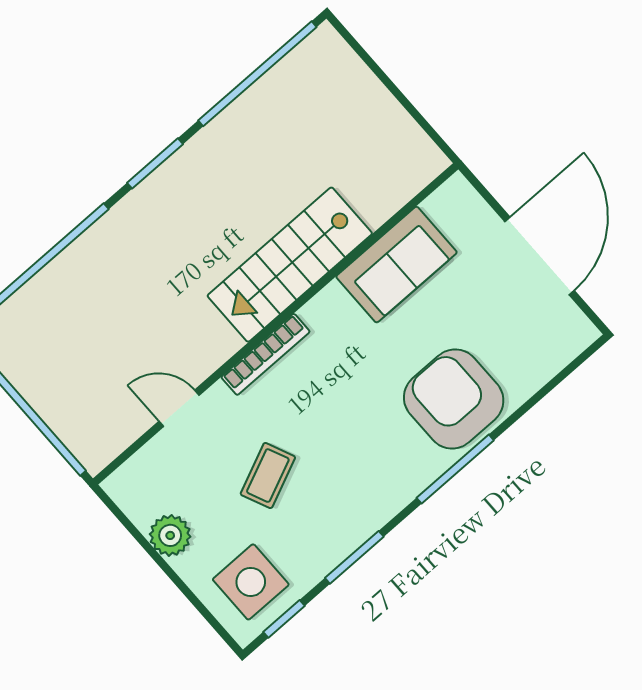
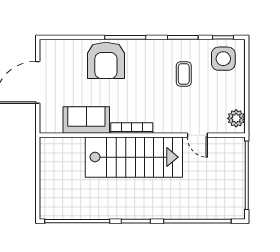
stairs: (290, 265) -> (134, 157), width x1.36, depth x1.51
bookcase: (266, 354) -> (132, 128), moved
coffee table: (268, 476) -> (184, 74), moved, turned -66
plant: (170, 535) -> (236, 118), moved

